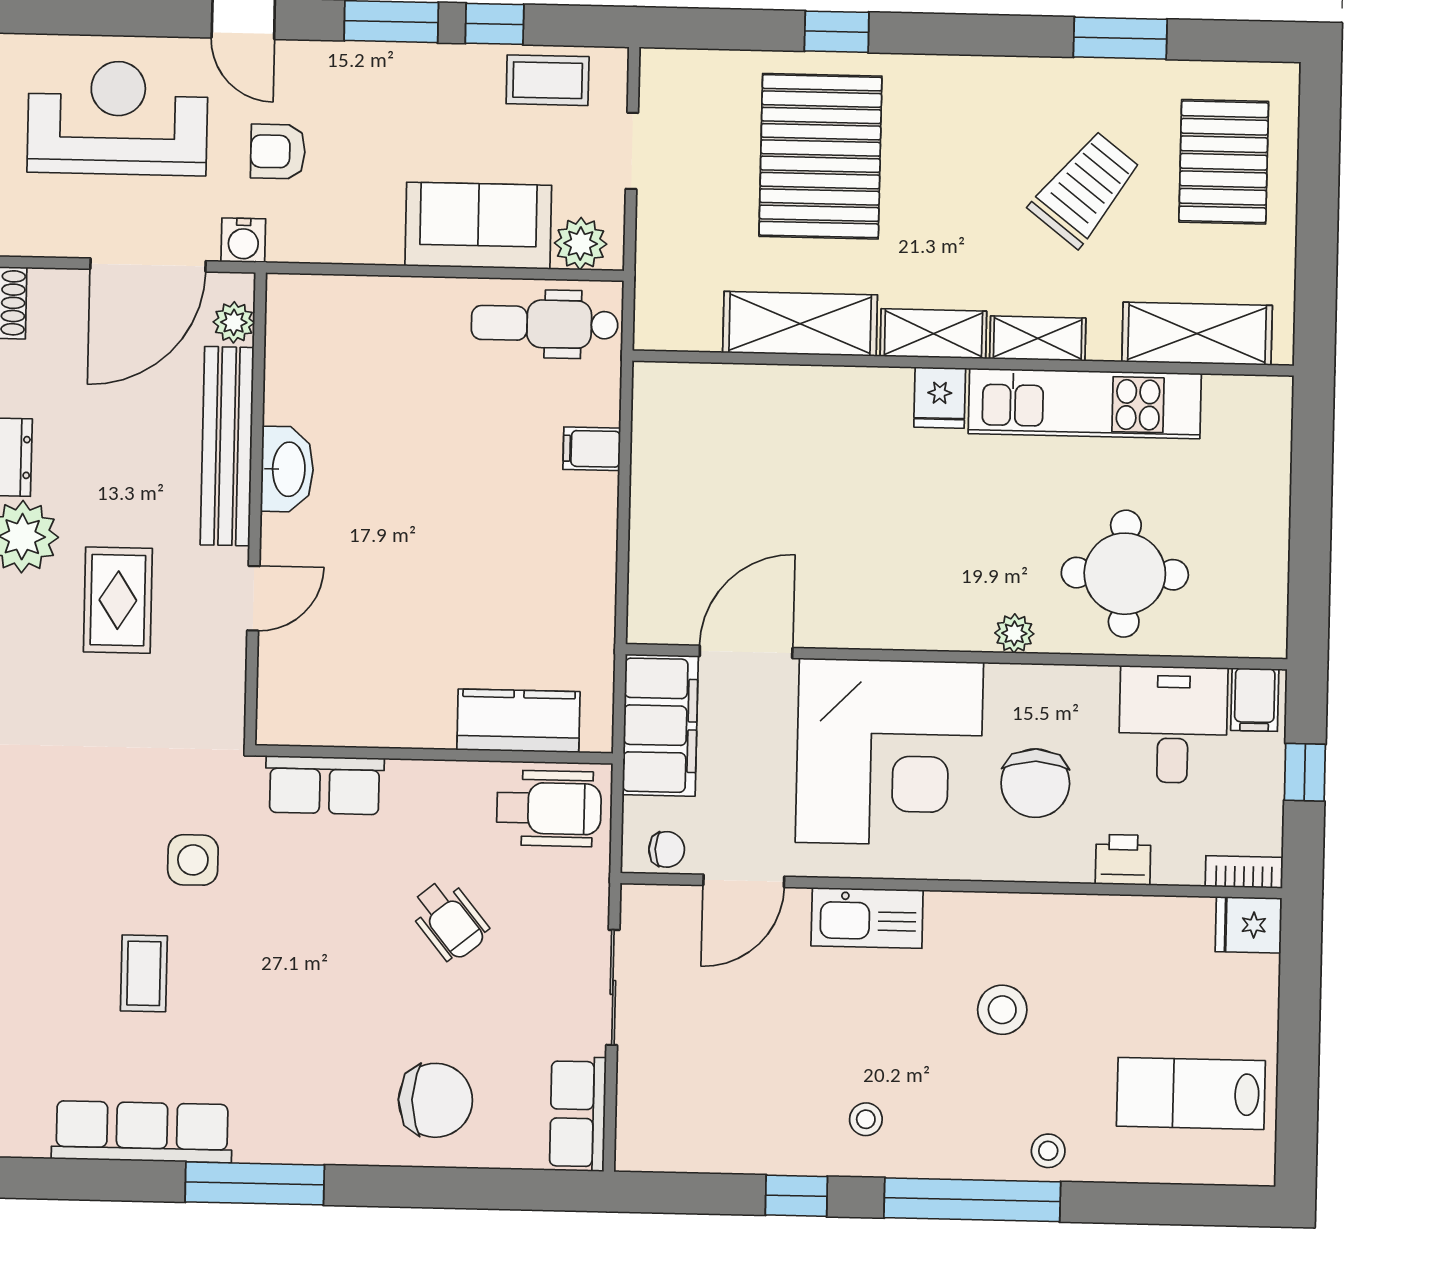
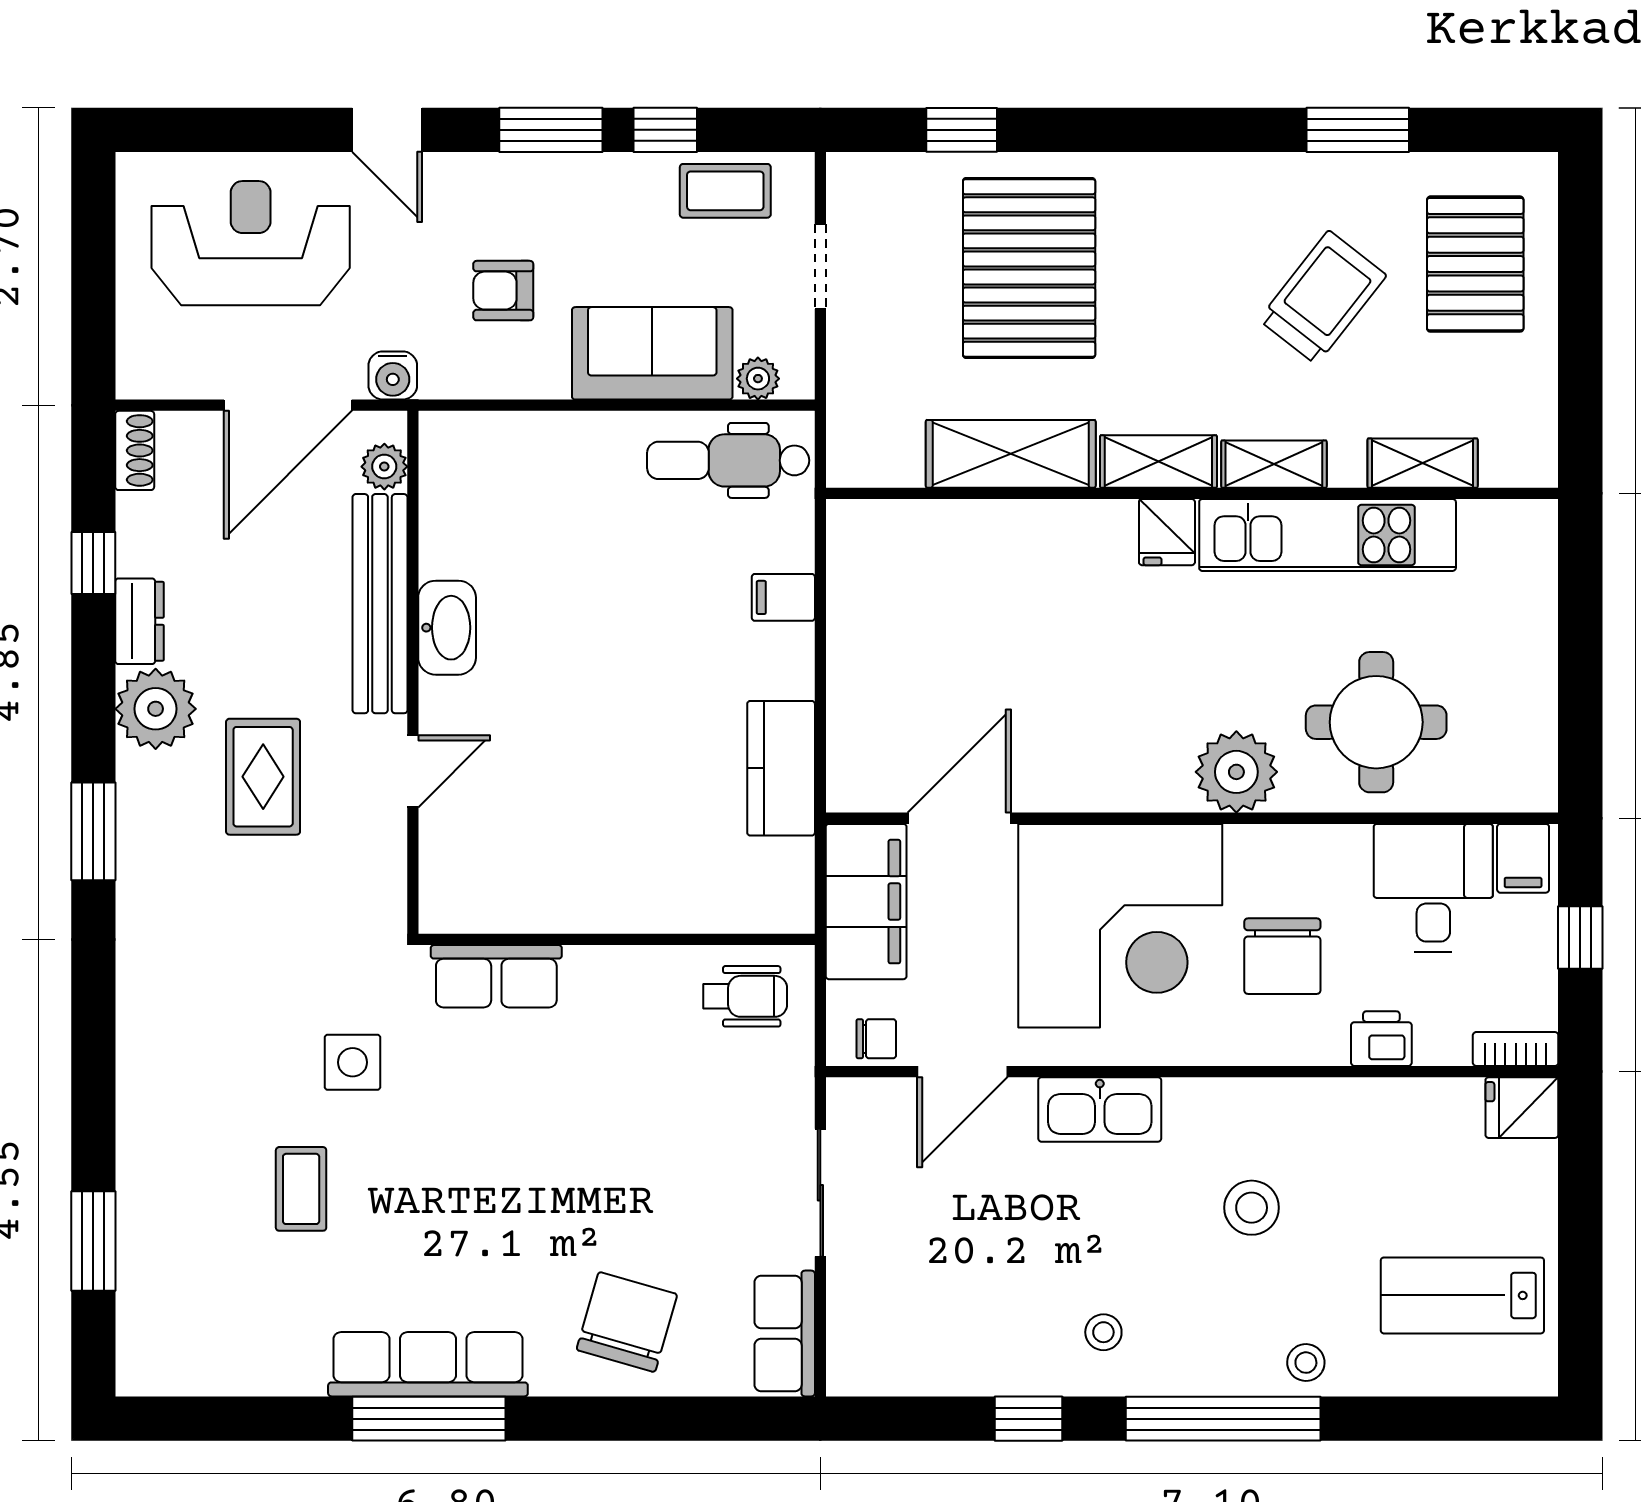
window: (837, 32) -> (962, 130), moved
armchair: (278, 151) -> (503, 291), moved
plant: (581, 244) -> (758, 379), width x0.73, depth x0.73
shelving: (1197, 334) -> (1423, 463), width x0.67, depth x0.75
plant: (1014, 633) -> (1236, 772), width x1.88, depth x1.88
kitchen counter: (518, 721) -> (781, 768), moved, turned -90
wheelchair: (549, 808) -> (745, 996), width x0.73, depth x0.73
wheelchair: (449, 920) -> (637, 1122), removed
chair: (435, 1100) -> (627, 1322), turned -74
row of seats: (142, 1132) -> (428, 1364), moved

